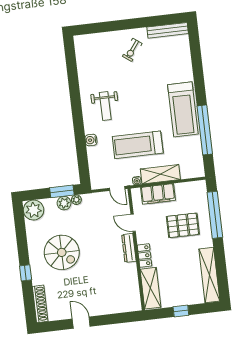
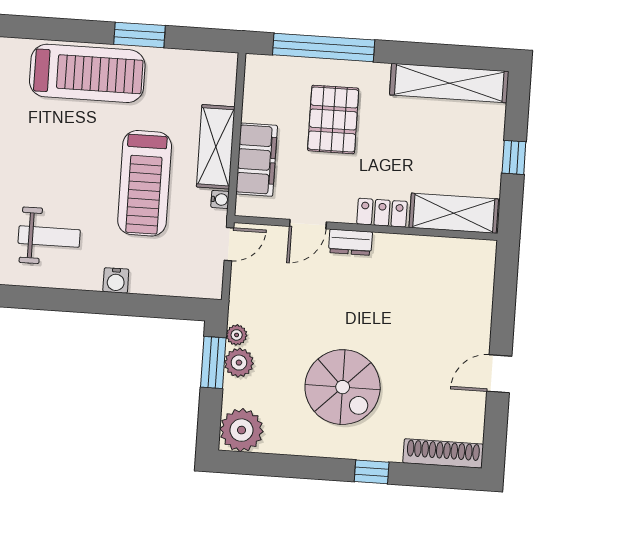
window: (205, 130) -> (140, 35), width x0.47
dresser: (129, 248) -> (350, 242), width x0.70
spiral stairs: (62, 252) -> (343, 387), turned 90

